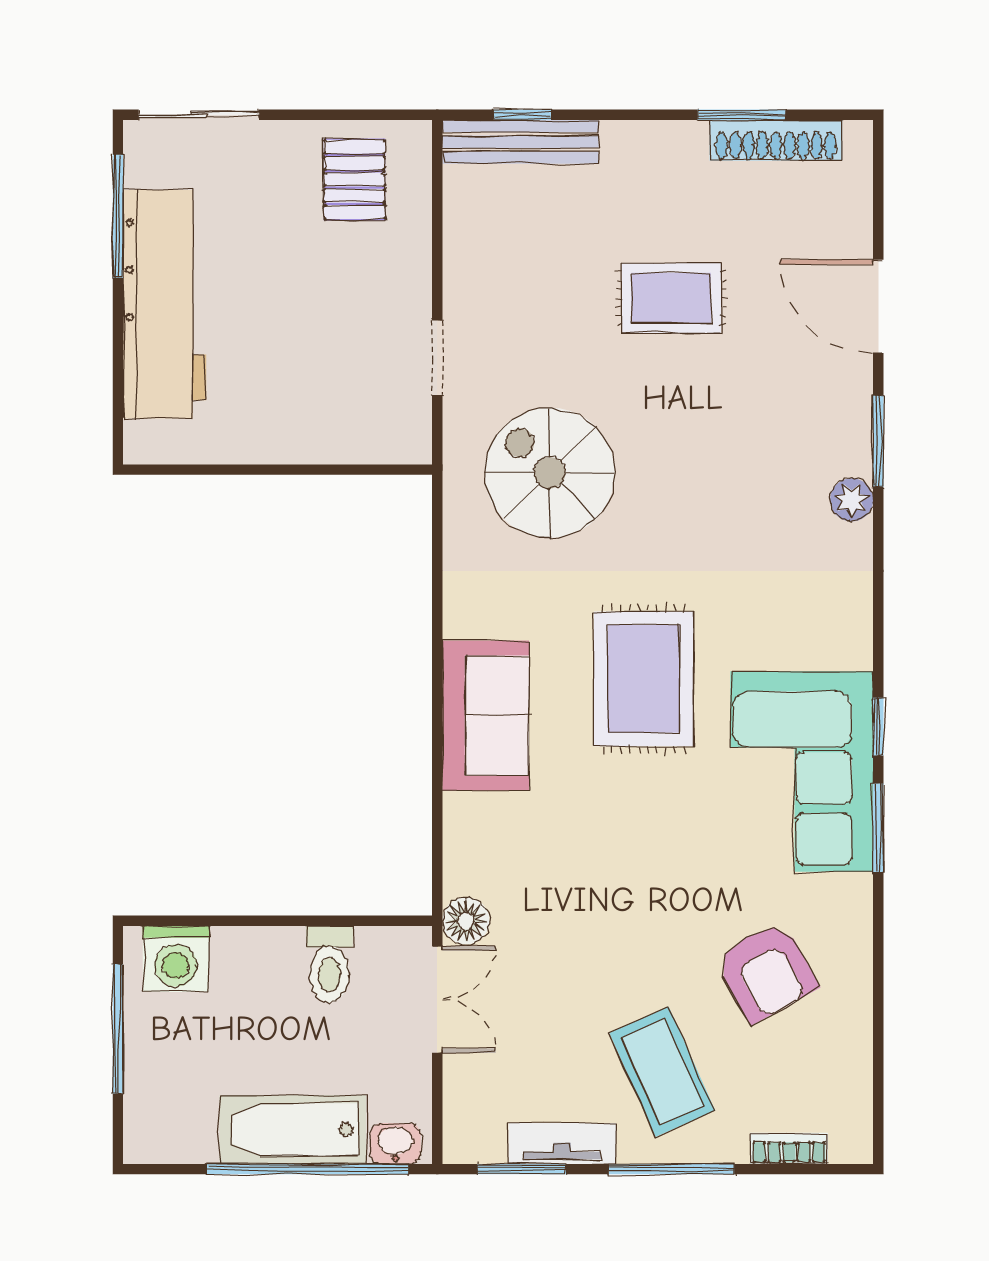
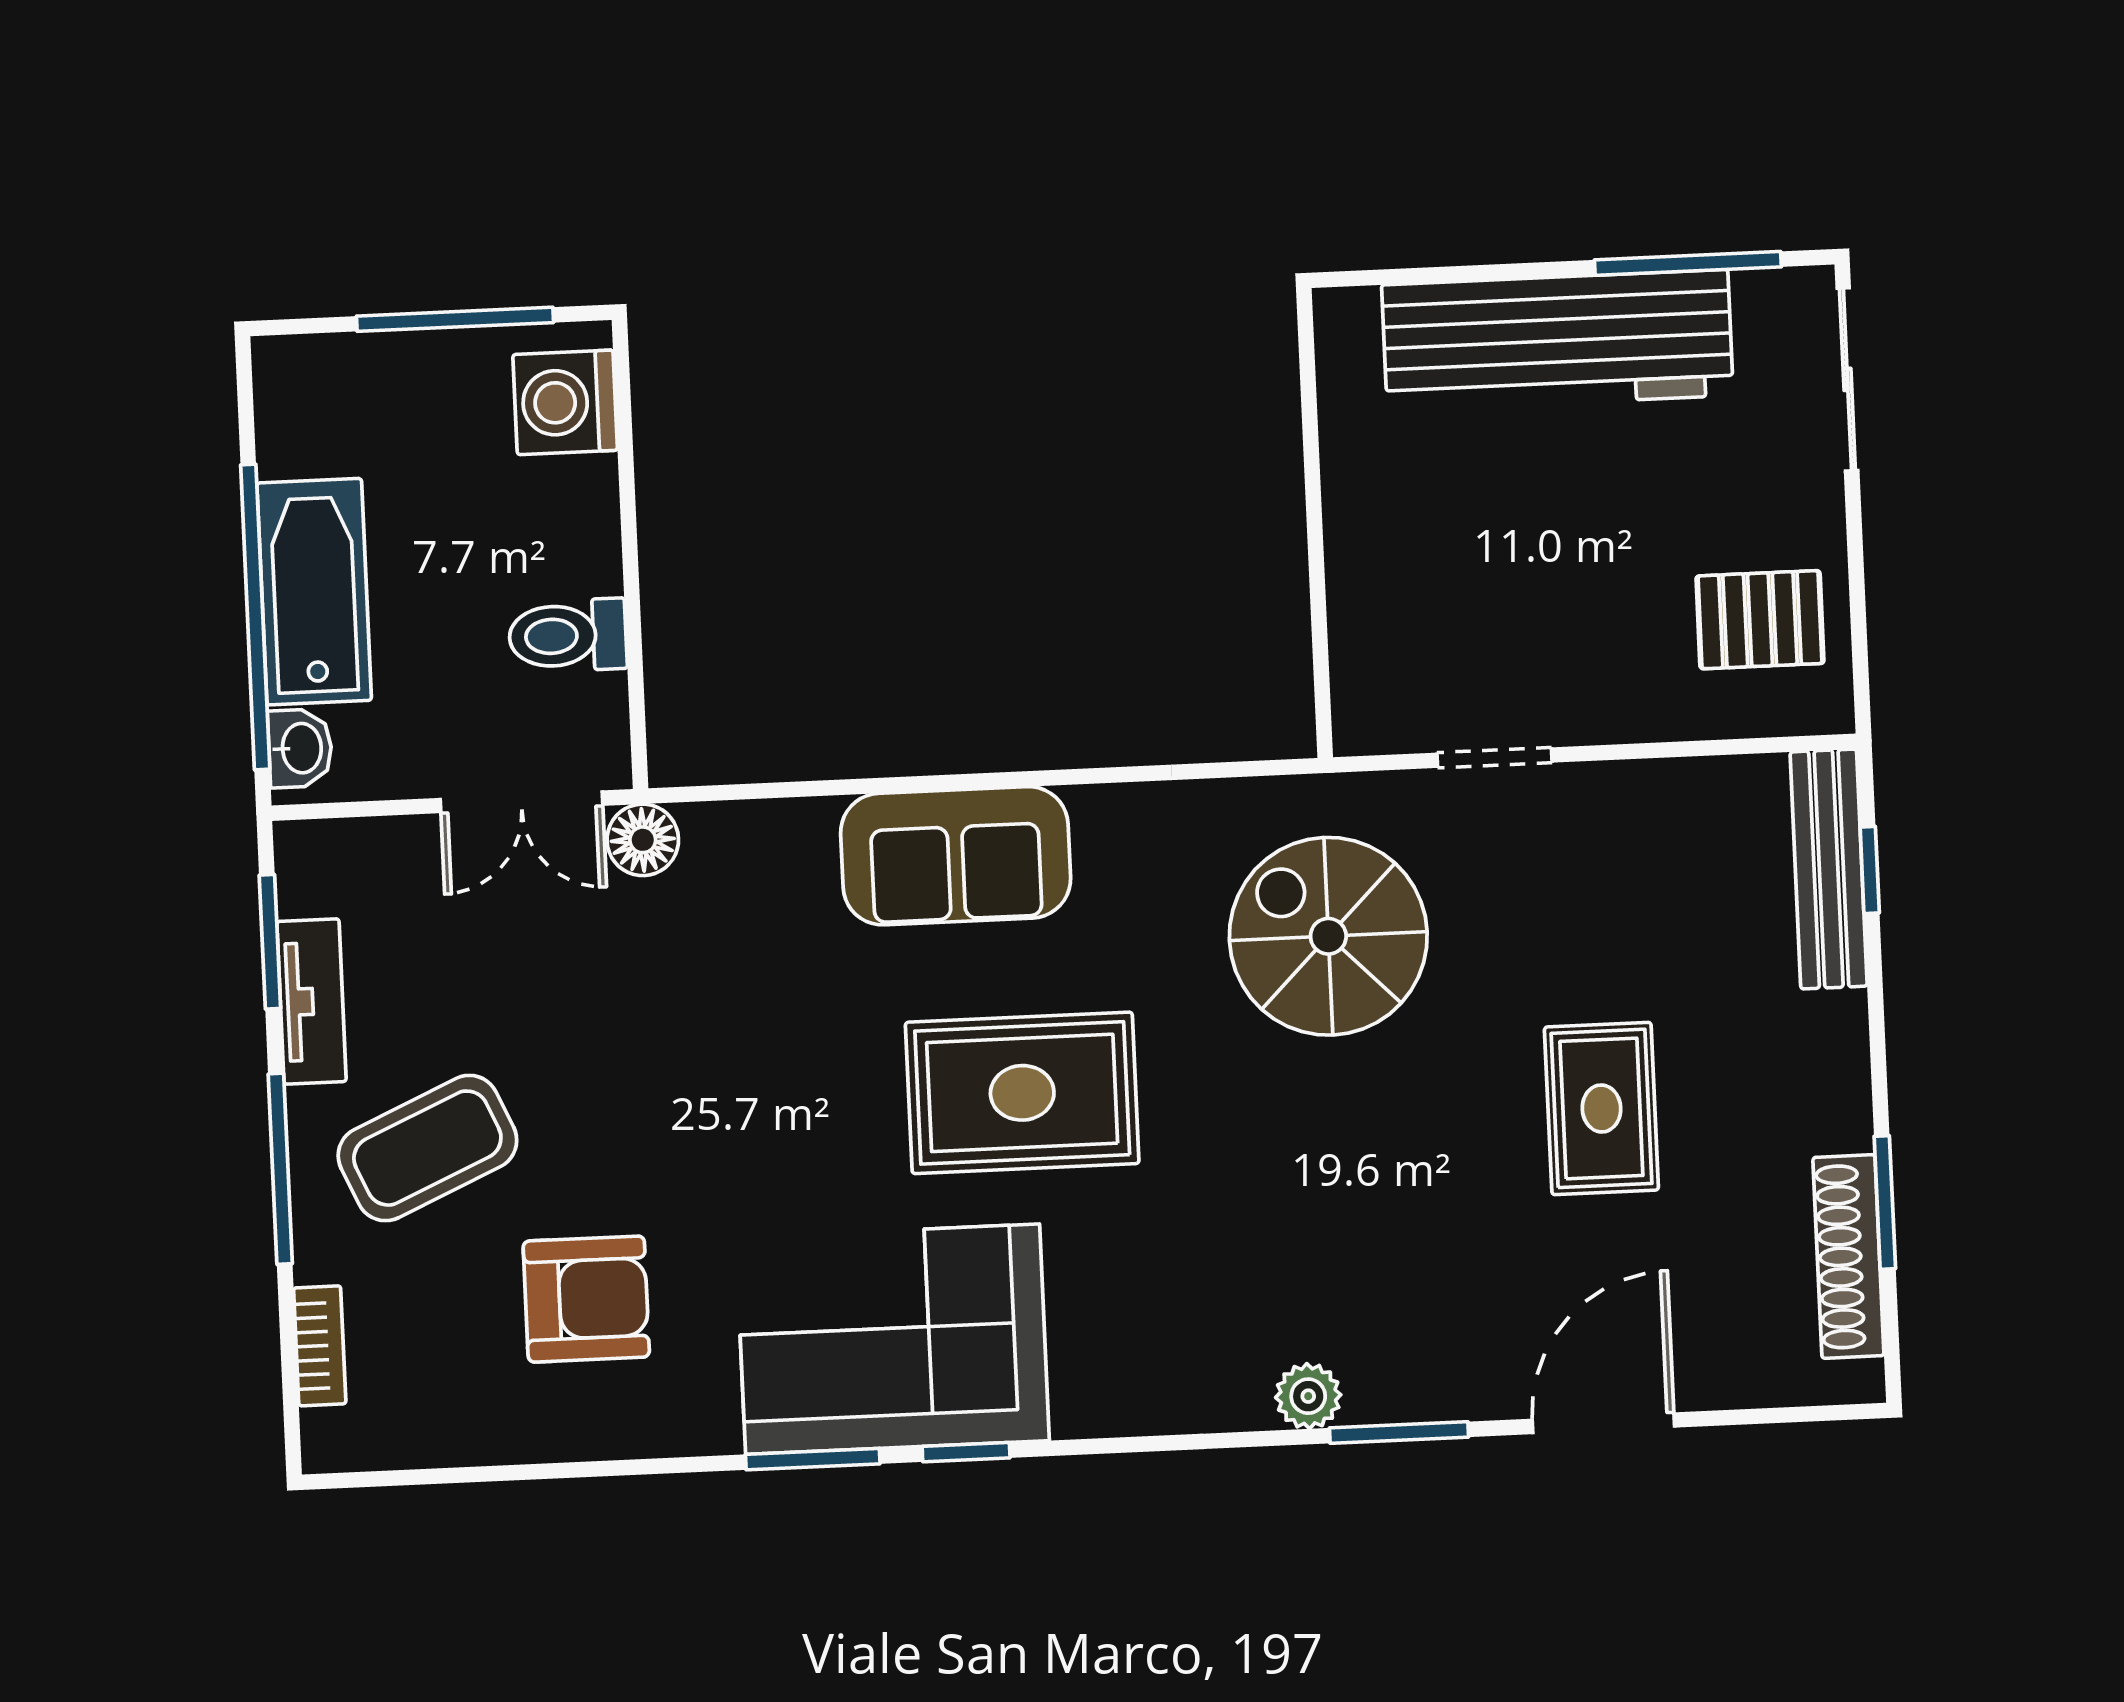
spiral stairs: (550, 473) -> (1328, 936), turned -90
armchair: (766, 972) -> (586, 1299), turned -151

